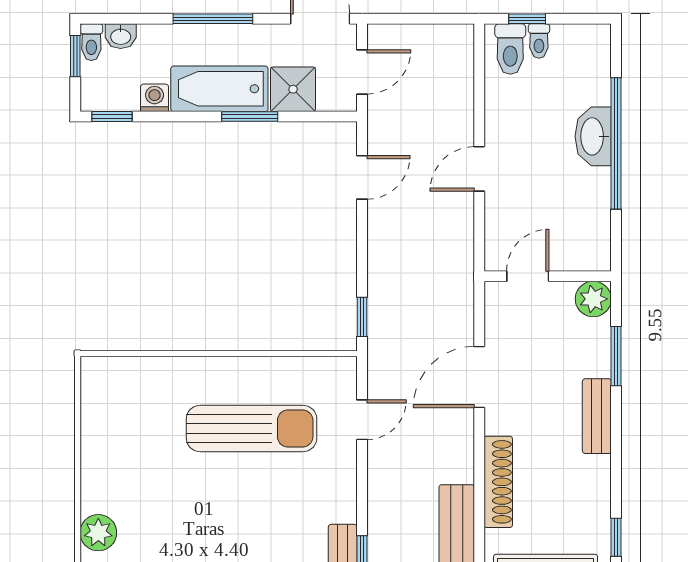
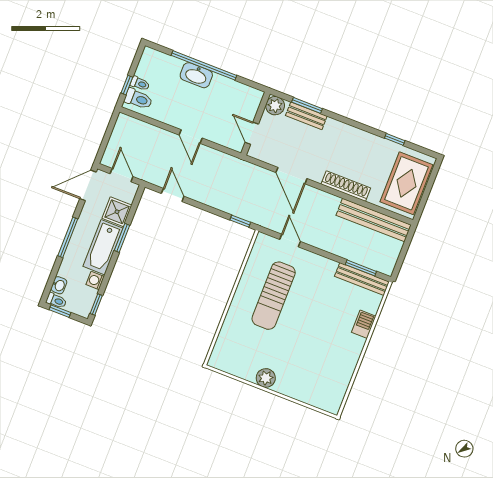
bench: (597, 416) -> (306, 116), moved
sun lounger: (252, 429) -> (274, 296), turned 180
plant: (98, 533) -> (266, 378), moved

